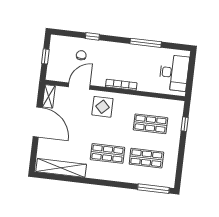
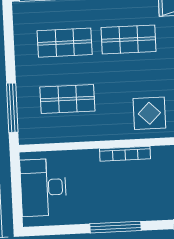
window: (146, 43) -> (116, 227), moved
window: (185, 124) -> (12, 108), width x2.17

